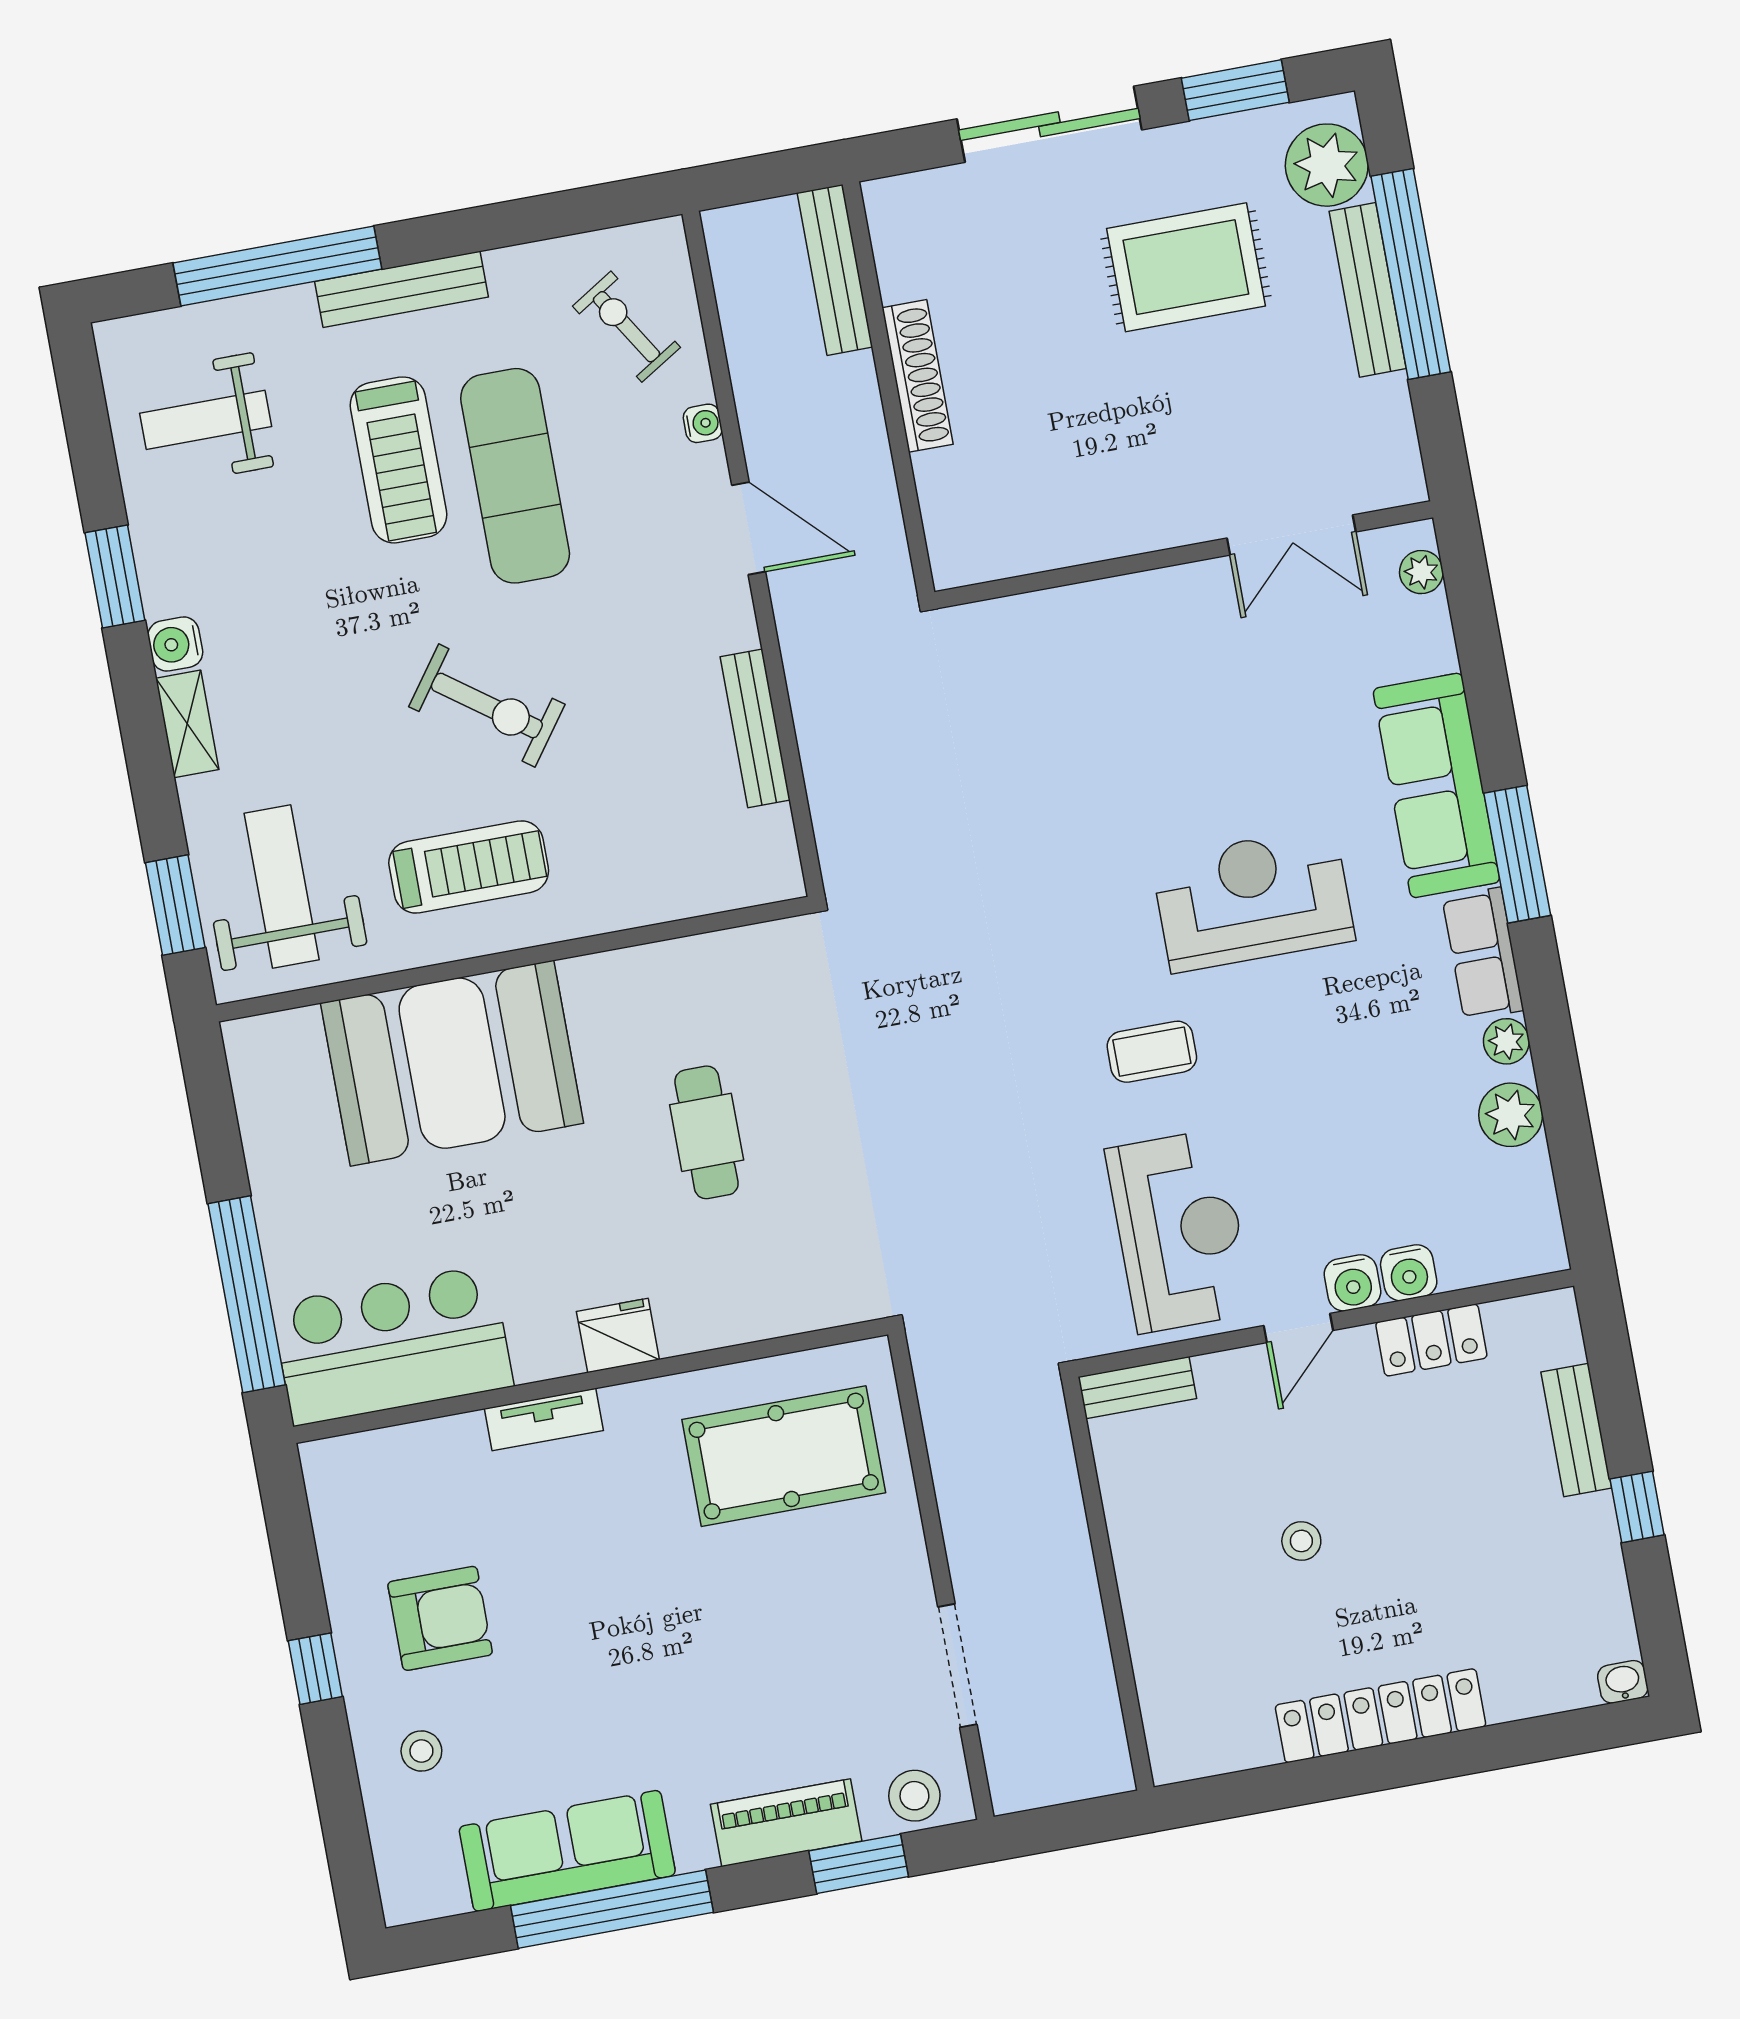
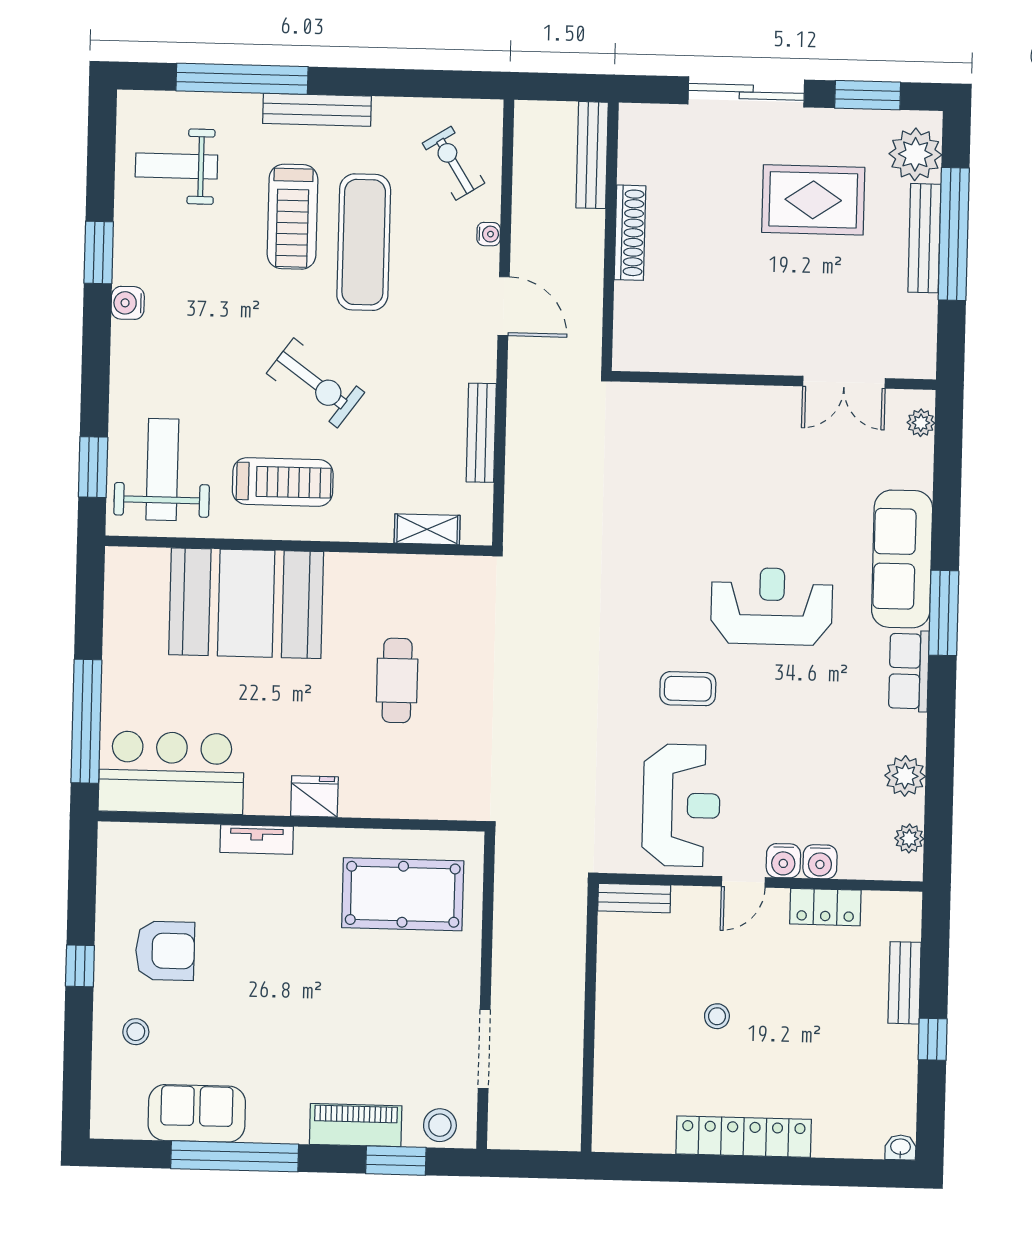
shelving: (187, 724) -> (427, 529), moved, turned 90
plant: (1506, 1041) -> (909, 838), moved
sofa: (567, 1851) -> (197, 1113), width x0.73

